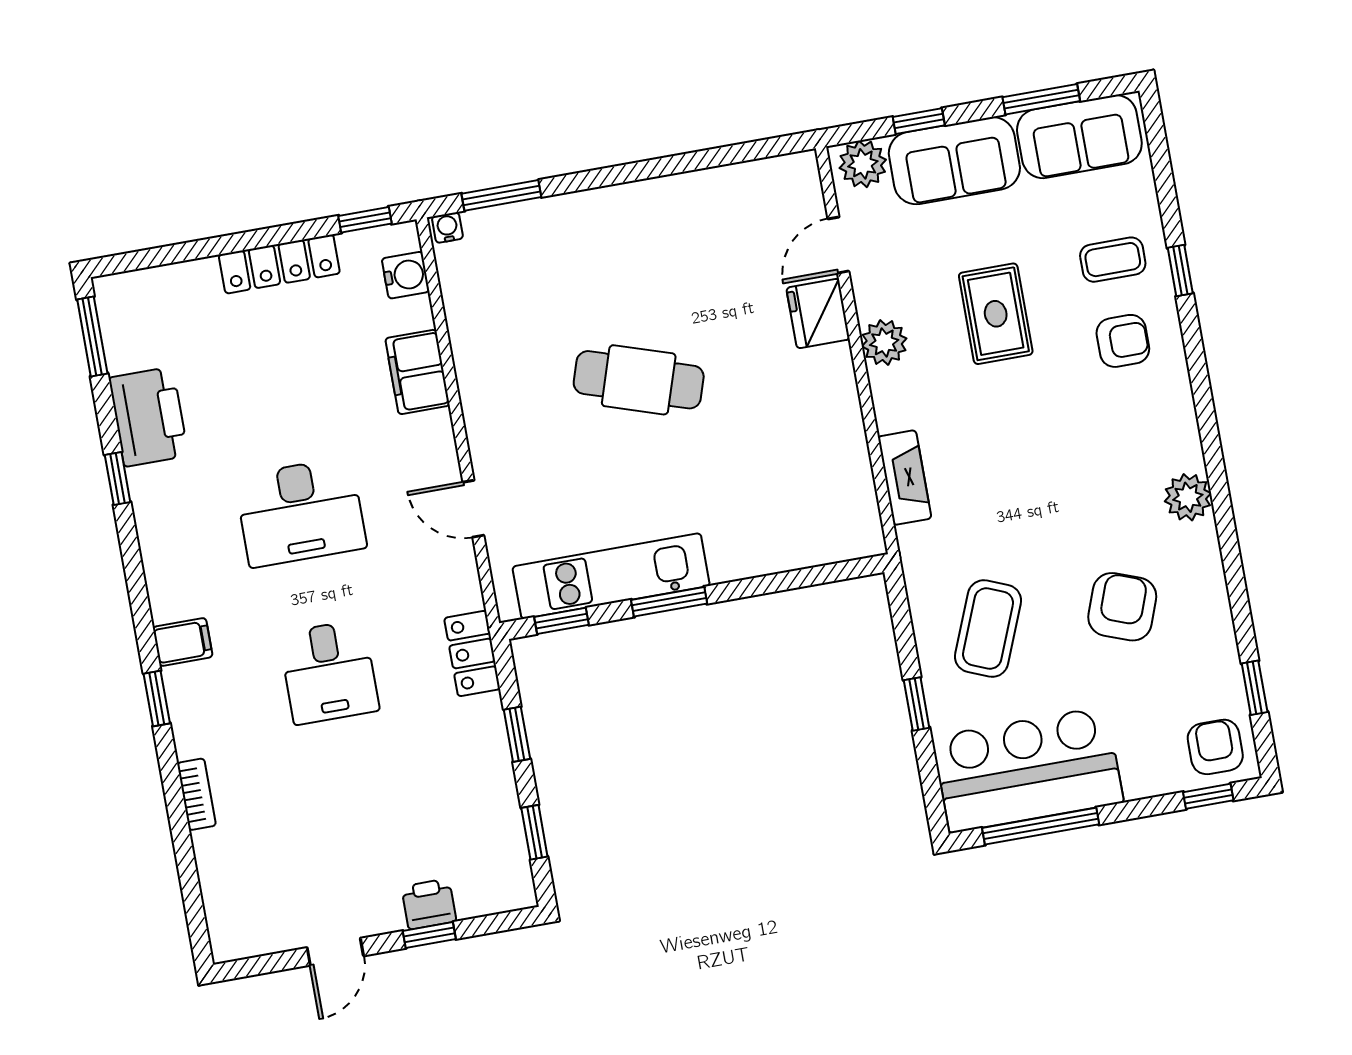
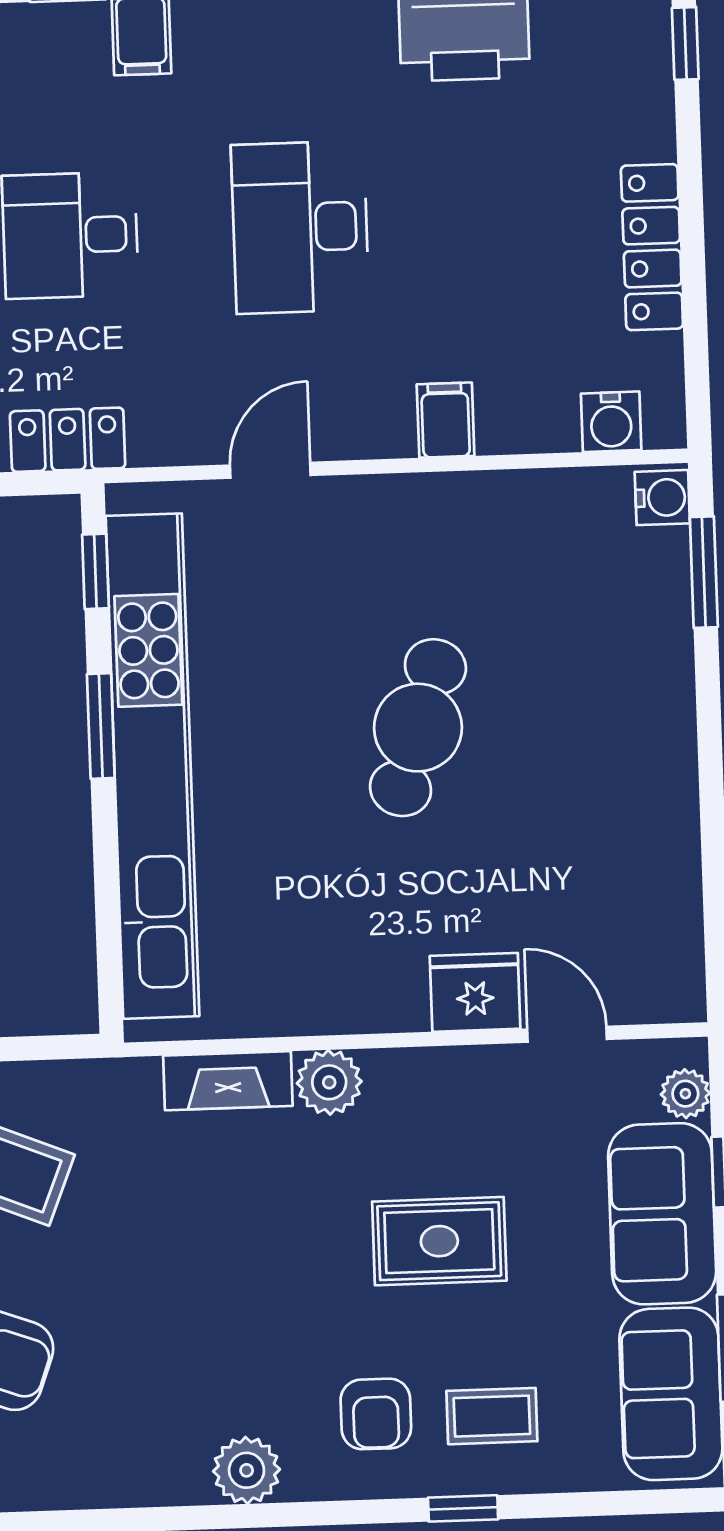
plant: (863, 164) -> (685, 1094), width x0.73, depth x0.73
window: (365, 220) -> (685, 43), moved
water cooler: (447, 228) -> (662, 498), width x1.38, depth x1.38
coffee table: (1113, 260) -> (492, 1416), turned 90
plant: (884, 342) -> (329, 1082), moved
filing cabinet: (417, 372) -> (446, 420), width x0.50
plant: (1188, 497) -> (247, 1470), moved
kitchen unit: (611, 576) -> (152, 766), width x1.86

